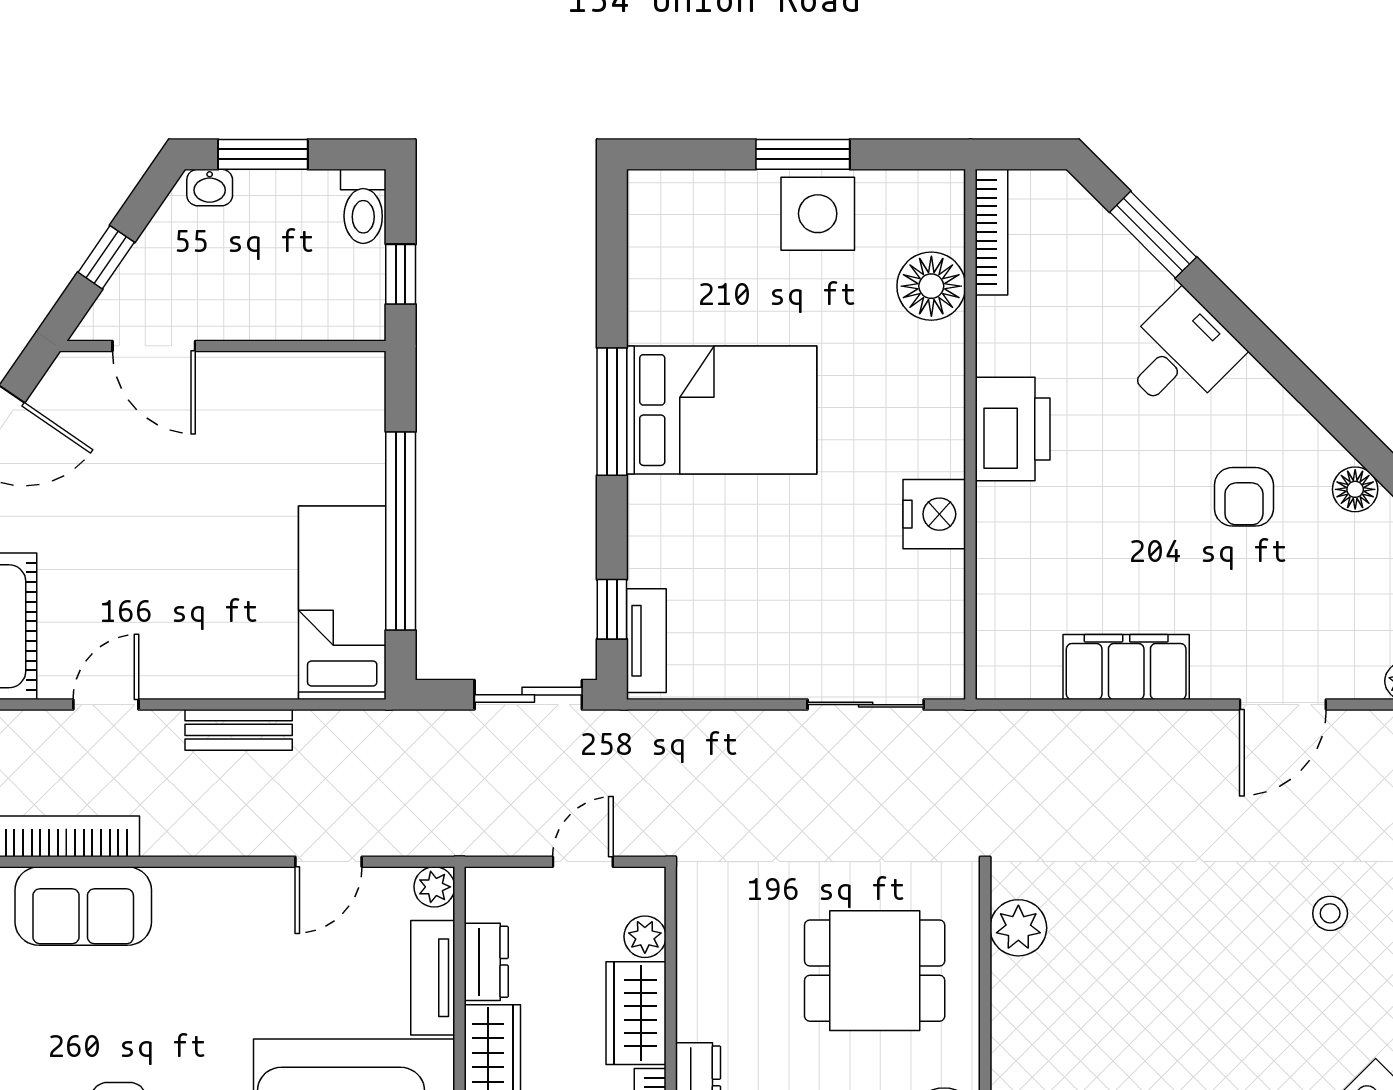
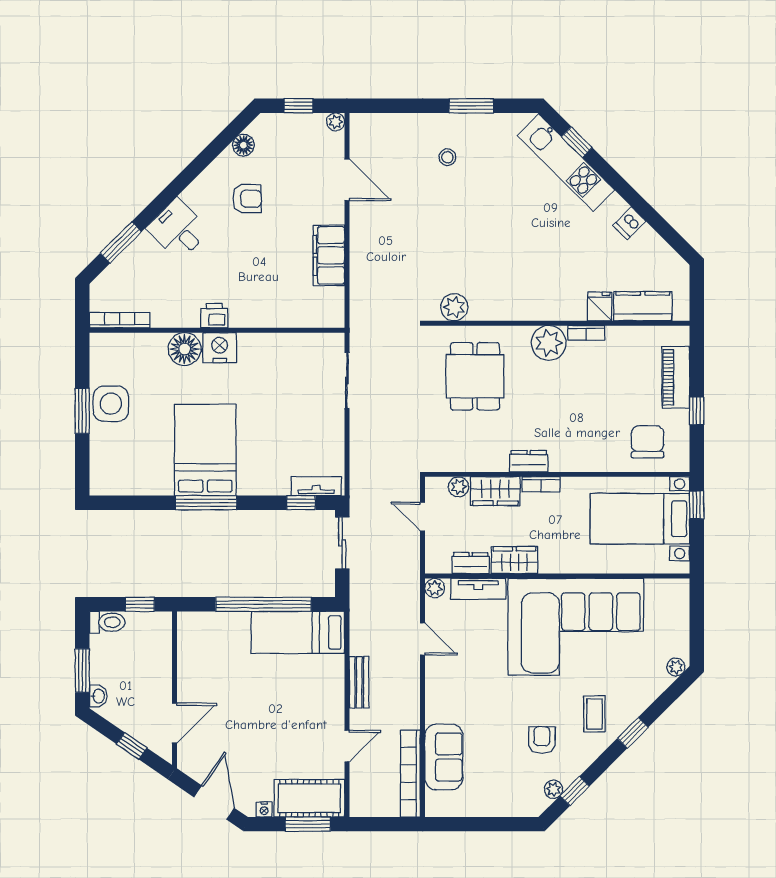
floor lamp: (931, 286) -> (185, 349), moved
printer: (1013, 429) -> (214, 316), width x0.53, depth x0.68
nightstand: (934, 514) -> (220, 348), moved
door: (106, 705) -> (347, 746), swing flipped

